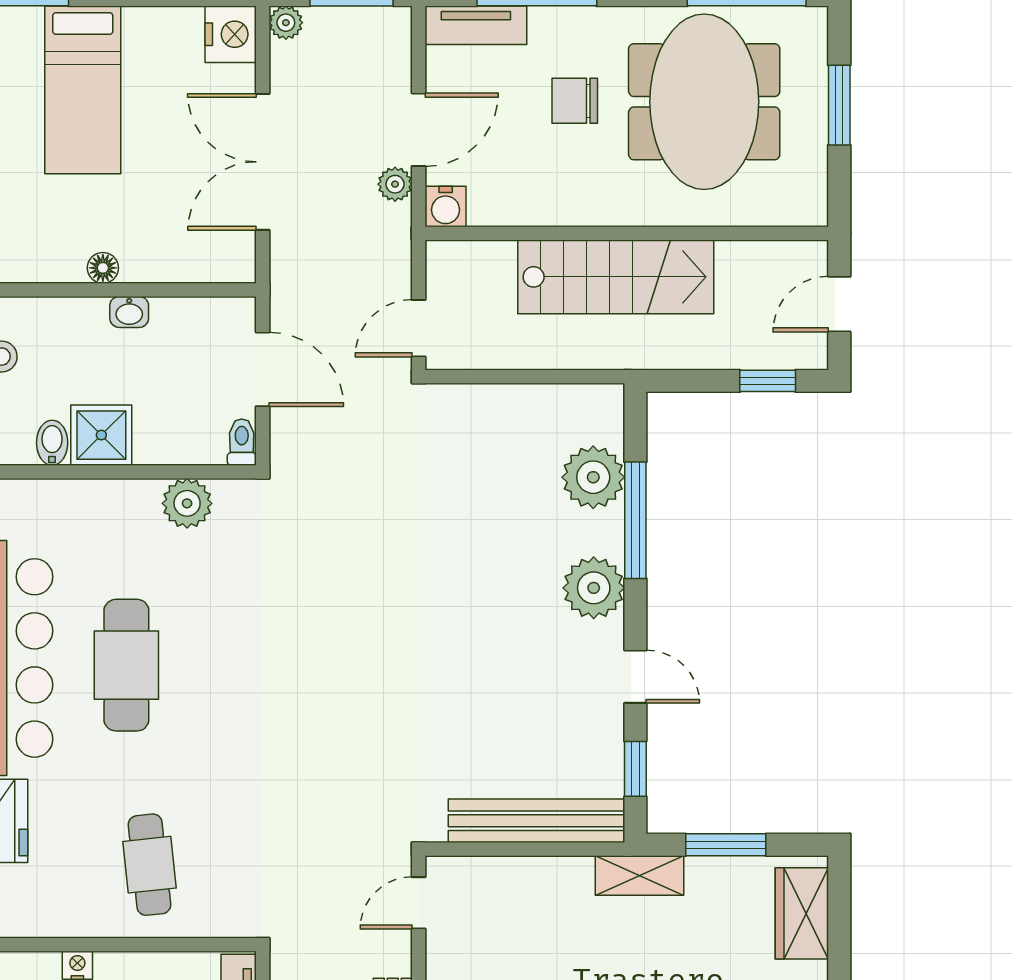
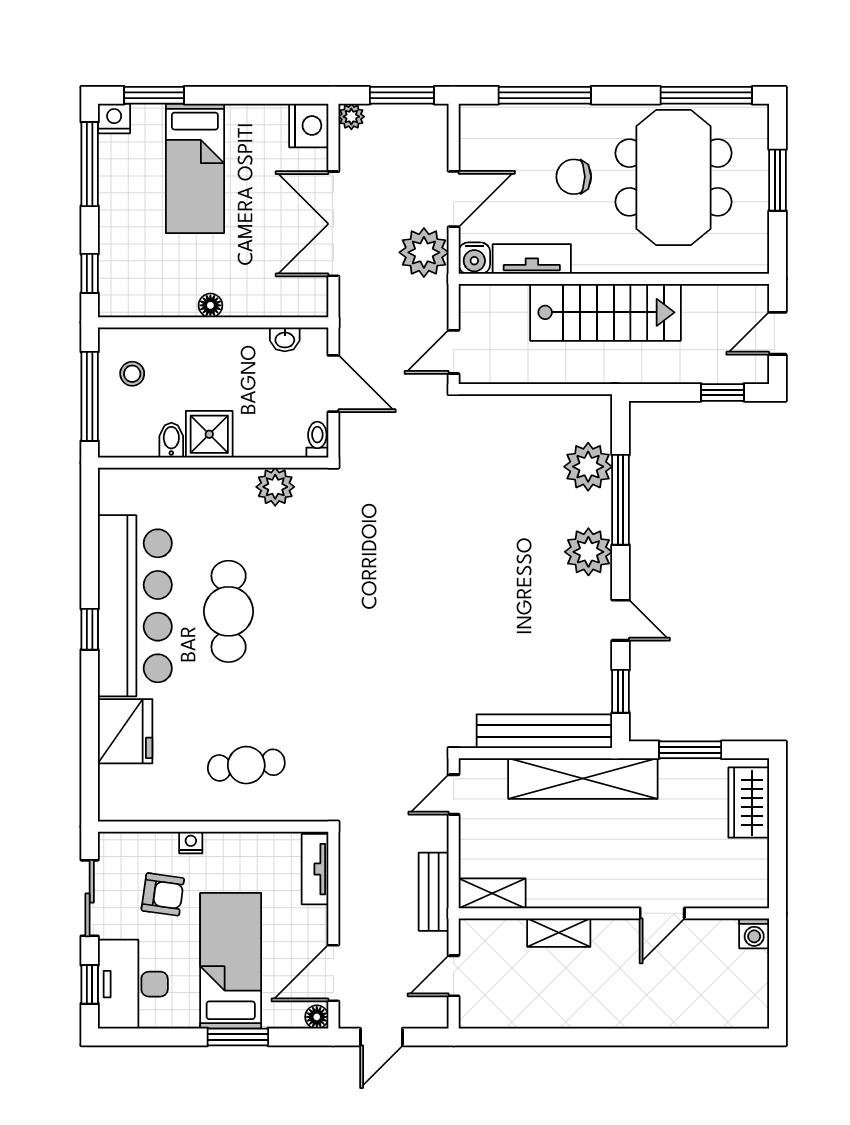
tv unit: (476, 25) -> (532, 259), moved, turned 180
plant: (395, 184) -> (424, 252), width x1.88, depth x1.88
washbasin: (129, 312) -> (285, 339), moved
cafe table: (149, 865) -> (246, 765), turned 90
shelving: (640, 876) -> (583, 778), width x2.20, depth x1.33

